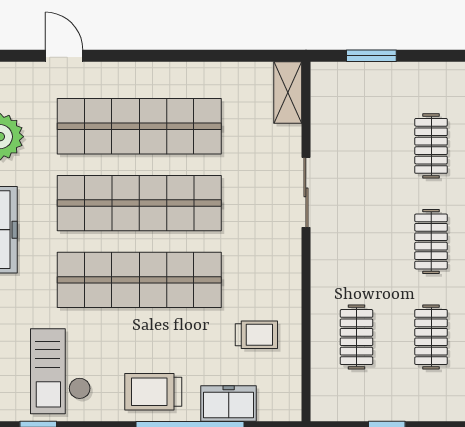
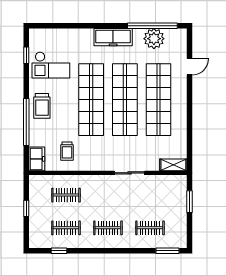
checkout: (60, 371) -> (51, 65), turned 180
trolley: (153, 392) -> (42, 106), turned 180
freezer: (229, 404) -> (37, 159), moved

